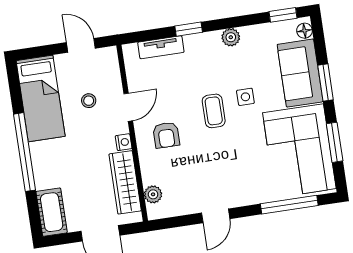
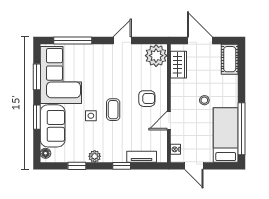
window: (283, 15) -> (77, 166), moved
stool: (89, 101) -> (204, 100), moved
armchair: (166, 135) -> (147, 99), turned 90
nightstand: (124, 142) -> (175, 149), moved
window: (25, 152) -> (242, 129), moved
wardrobe: (125, 182) -> (178, 65), width x0.67
plant: (153, 194) -> (156, 56), width x1.87, depth x1.87

